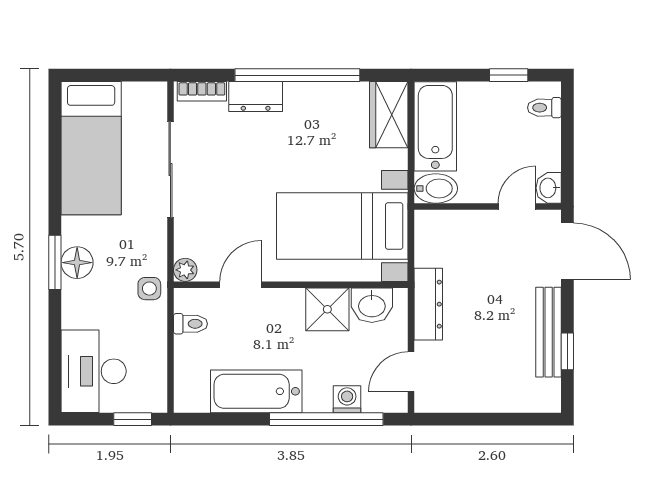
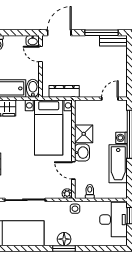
dresser: (428, 304) -> (64, 91), moved
washbasin: (372, 305) -> (82, 153), moved
bench: (549, 332) -> (113, 41), moved, width x0.73
window: (567, 351) -> (101, 33), width x2.17
desk: (94, 371) -> (114, 220), moved, turned -90
door: (411, 372) -> (110, 99), swing flipped
washing machine: (347, 399) -> (122, 138), moved

